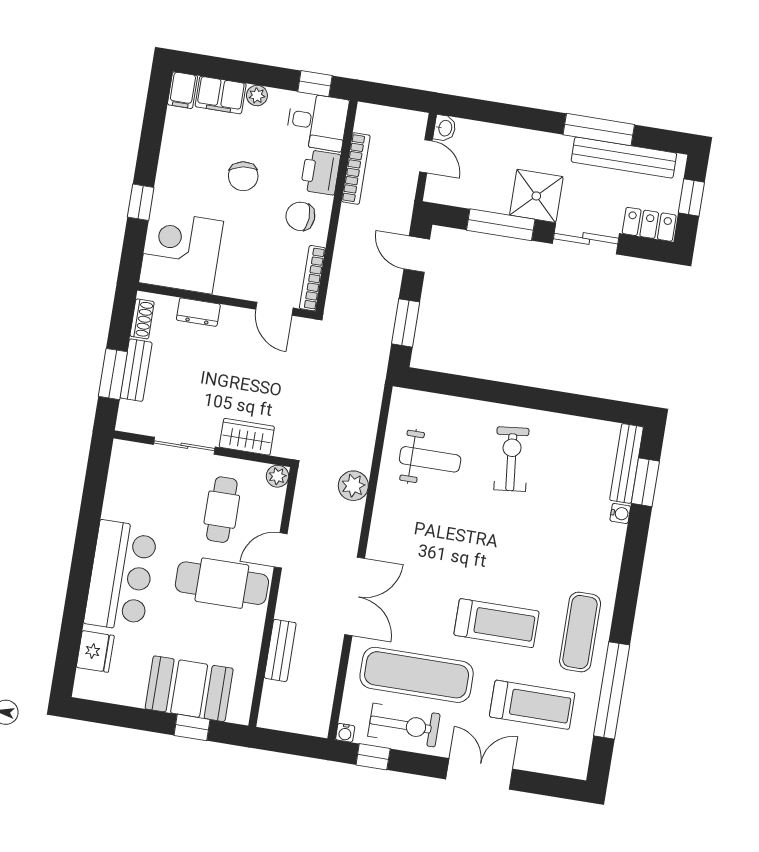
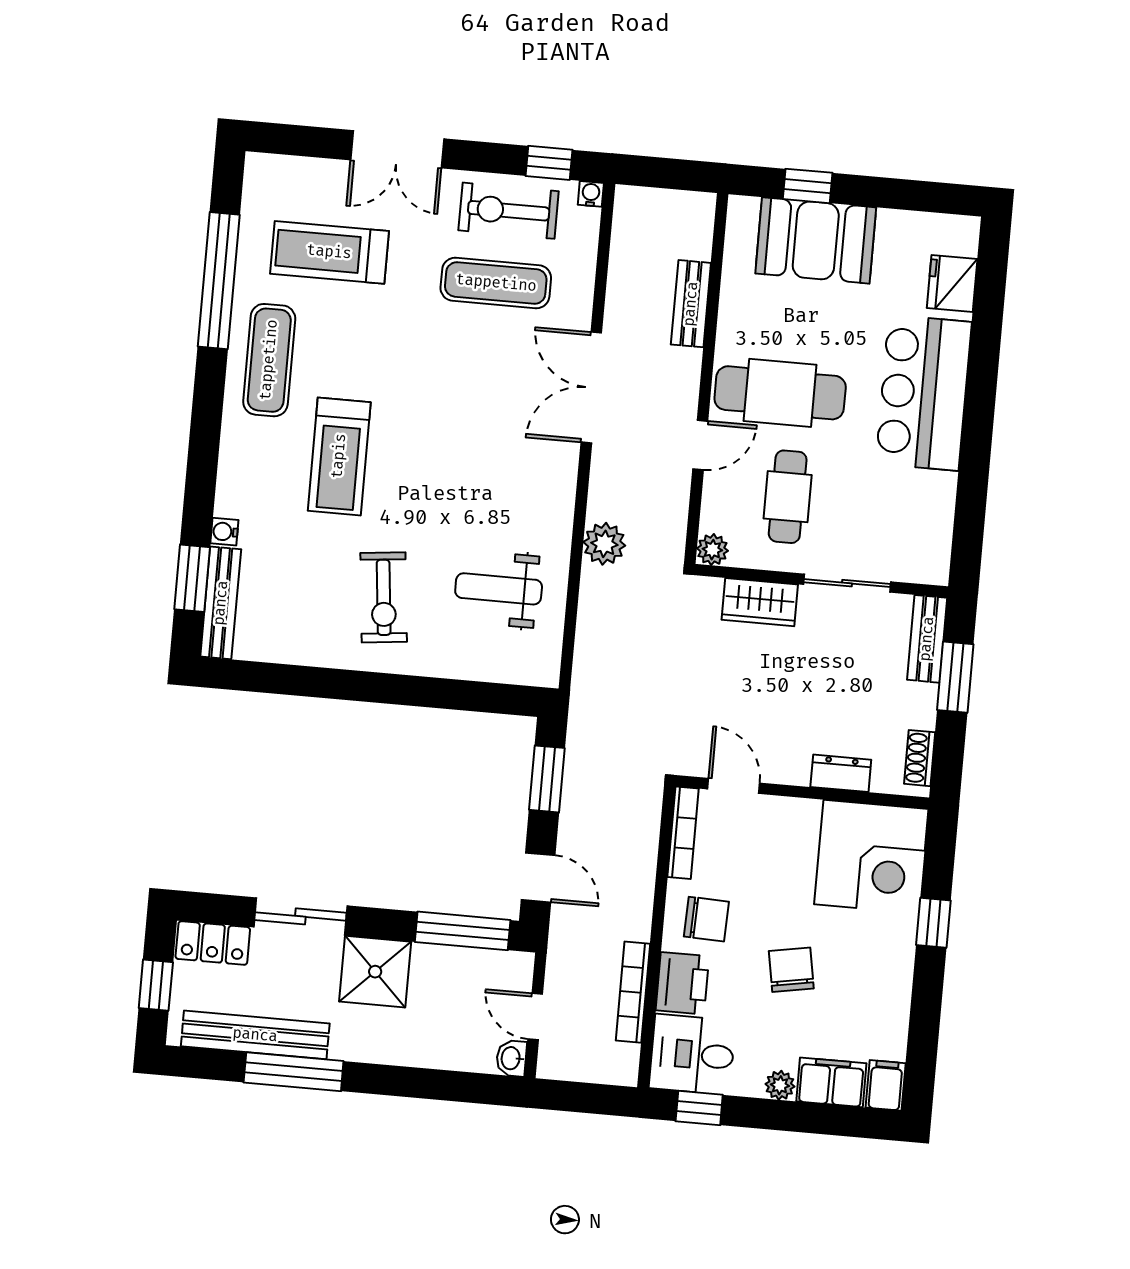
window: (501, 225) -> (463, 931), moved
bench: (136, 370) -> (927, 639), moved
treadmill: (496, 623) -> (339, 456), moved, turned -90
exercise mat: (417, 675) -> (496, 283), width x0.73, depth x0.69

